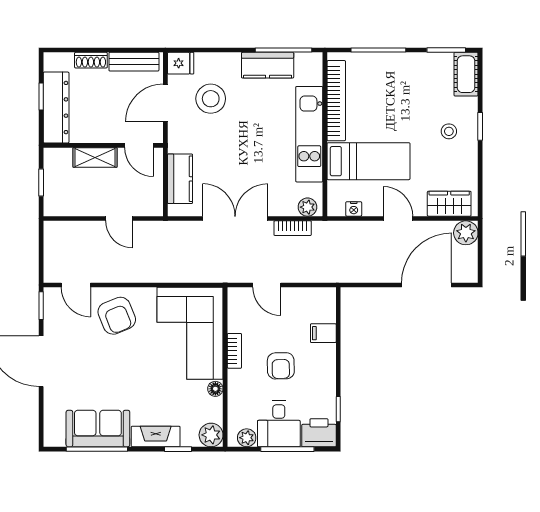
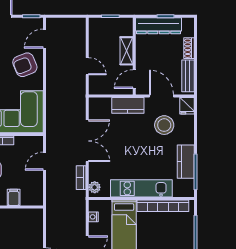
kitchen counter: (180, 179) -> (128, 105), moved
door: (119, 218) -> (87, 66), swing flipped

